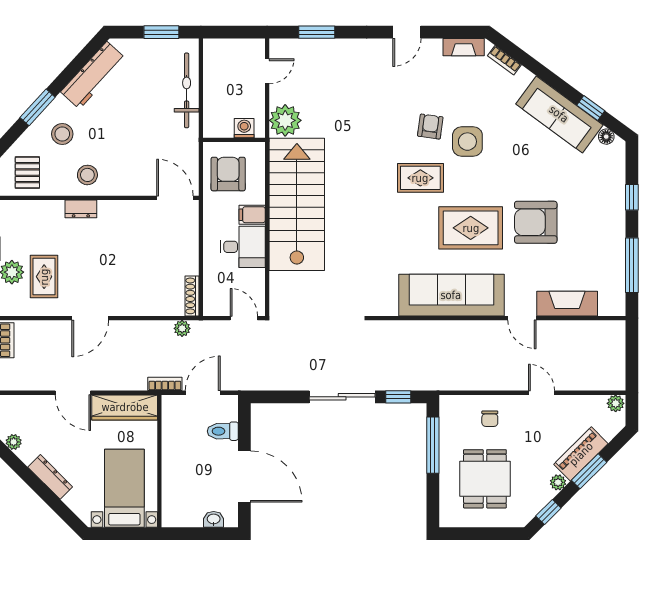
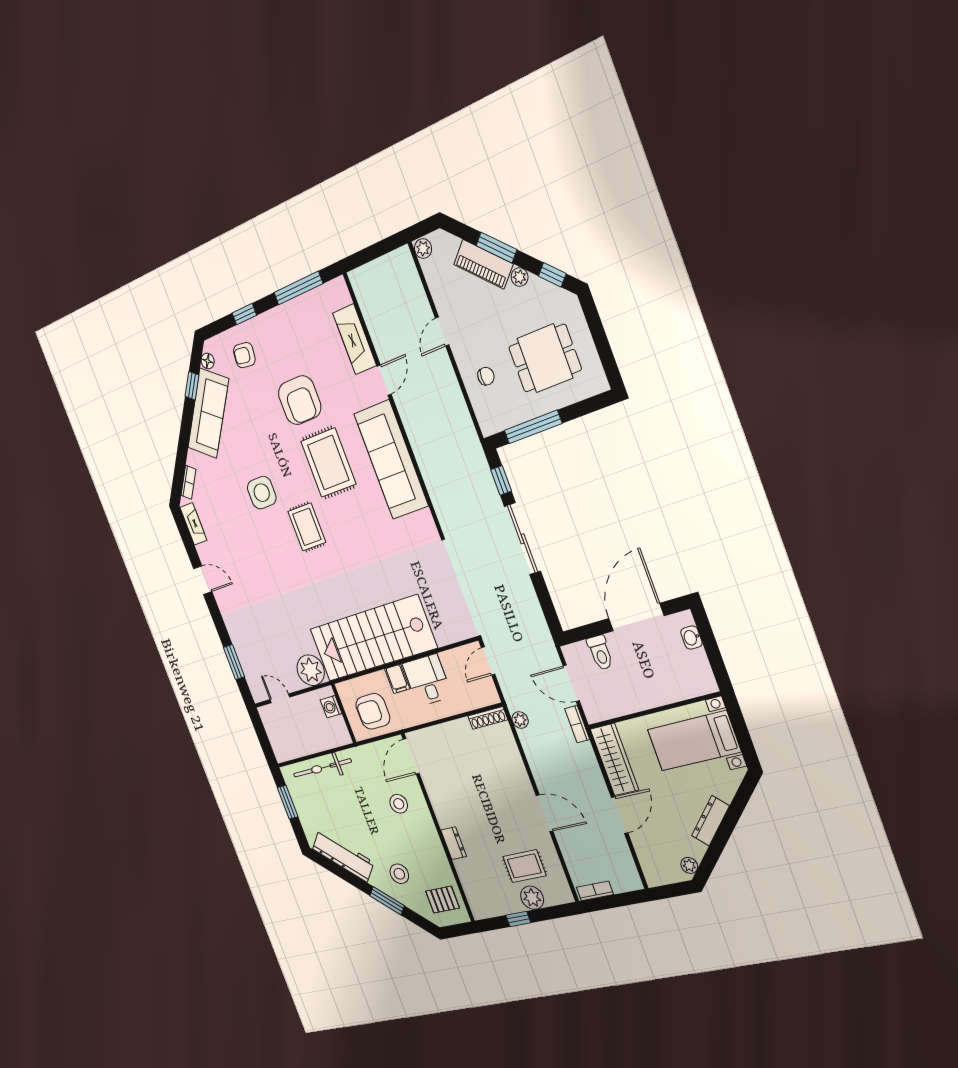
armchair: (430, 127) -> (244, 355), moved
stool: (87, 175) -> (399, 804), moved

